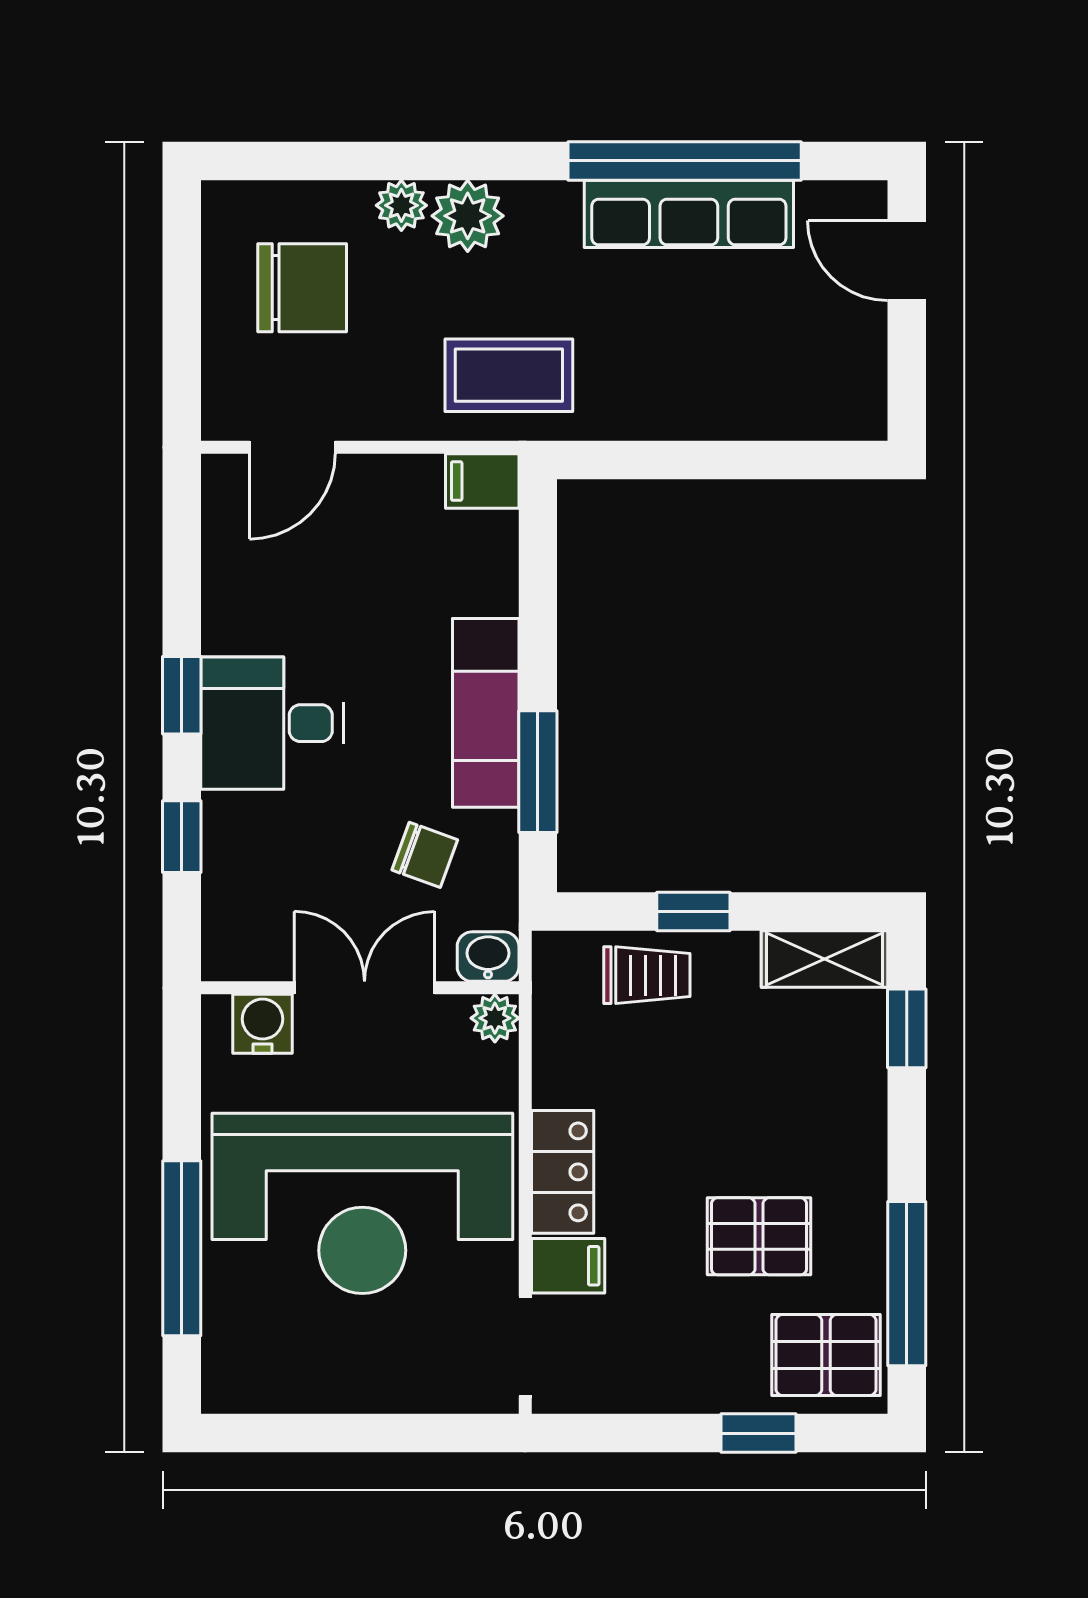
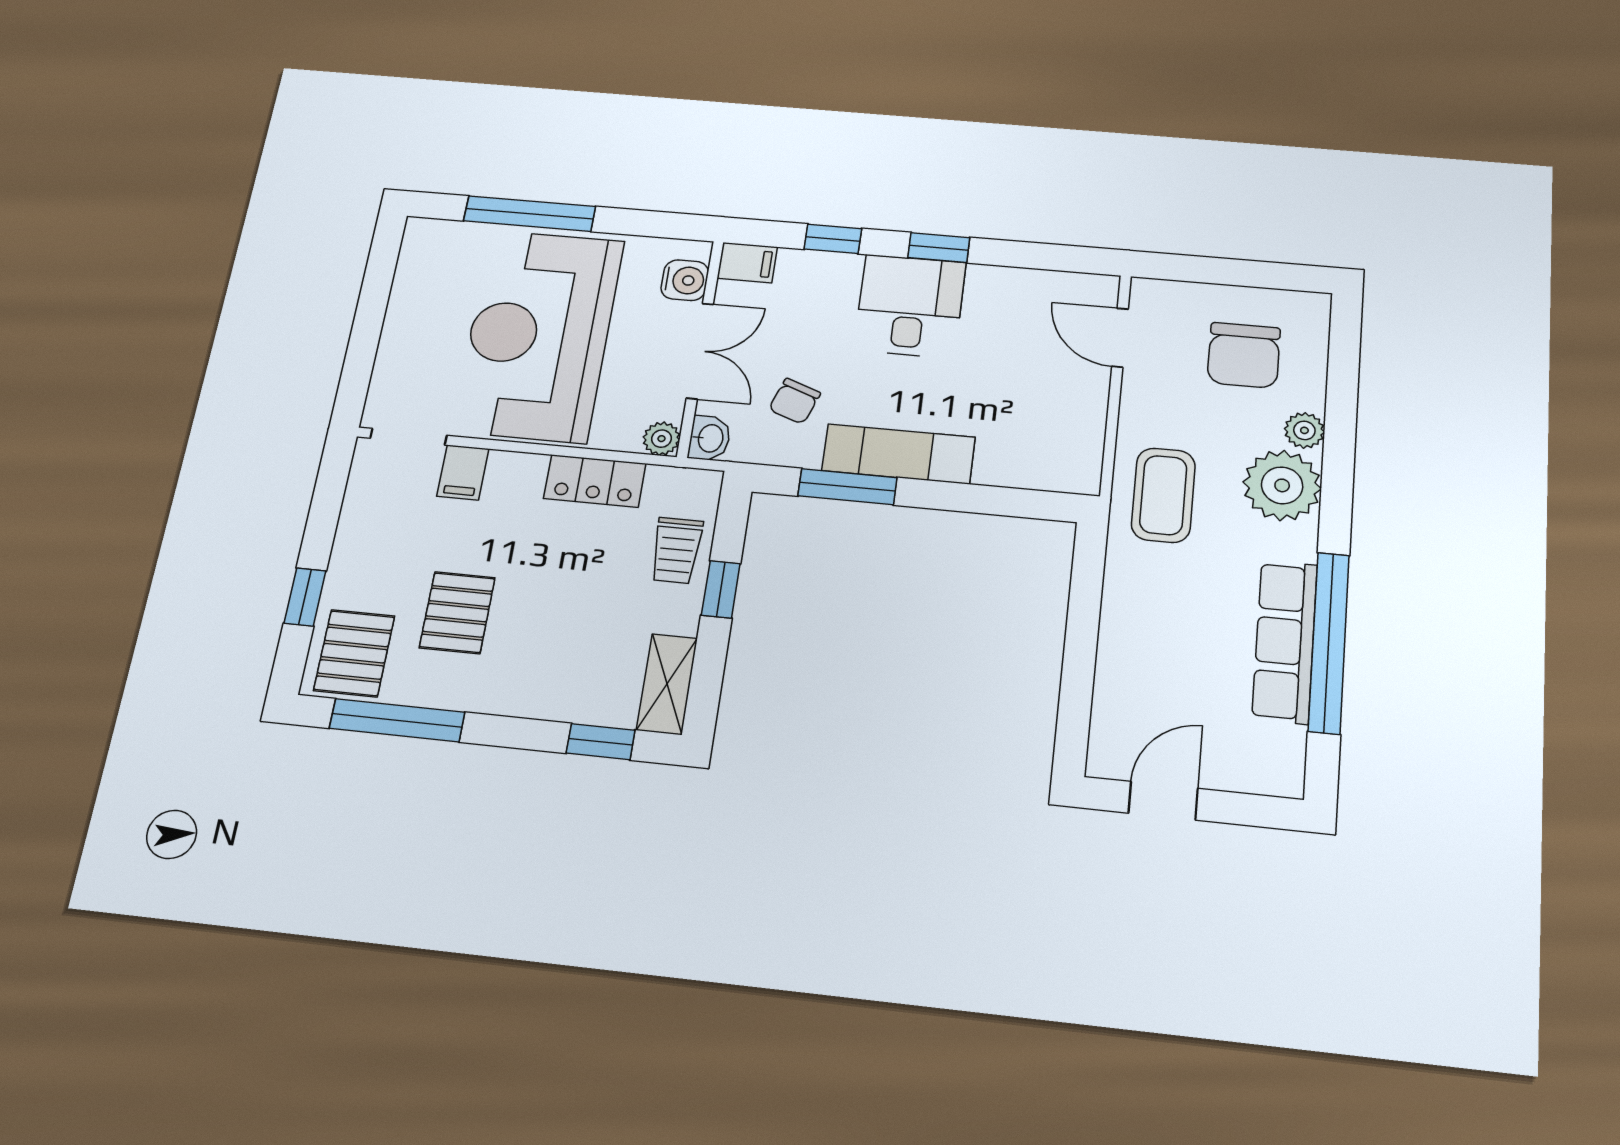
plant: (468, 216) -> (1282, 485), width x1.36, depth x1.36
door: (907, 261) -> (1163, 801), moved
filing cabinet: (482, 481) -> (747, 263), moved, turned 90
locker: (563, 1172) -> (595, 481), moved

